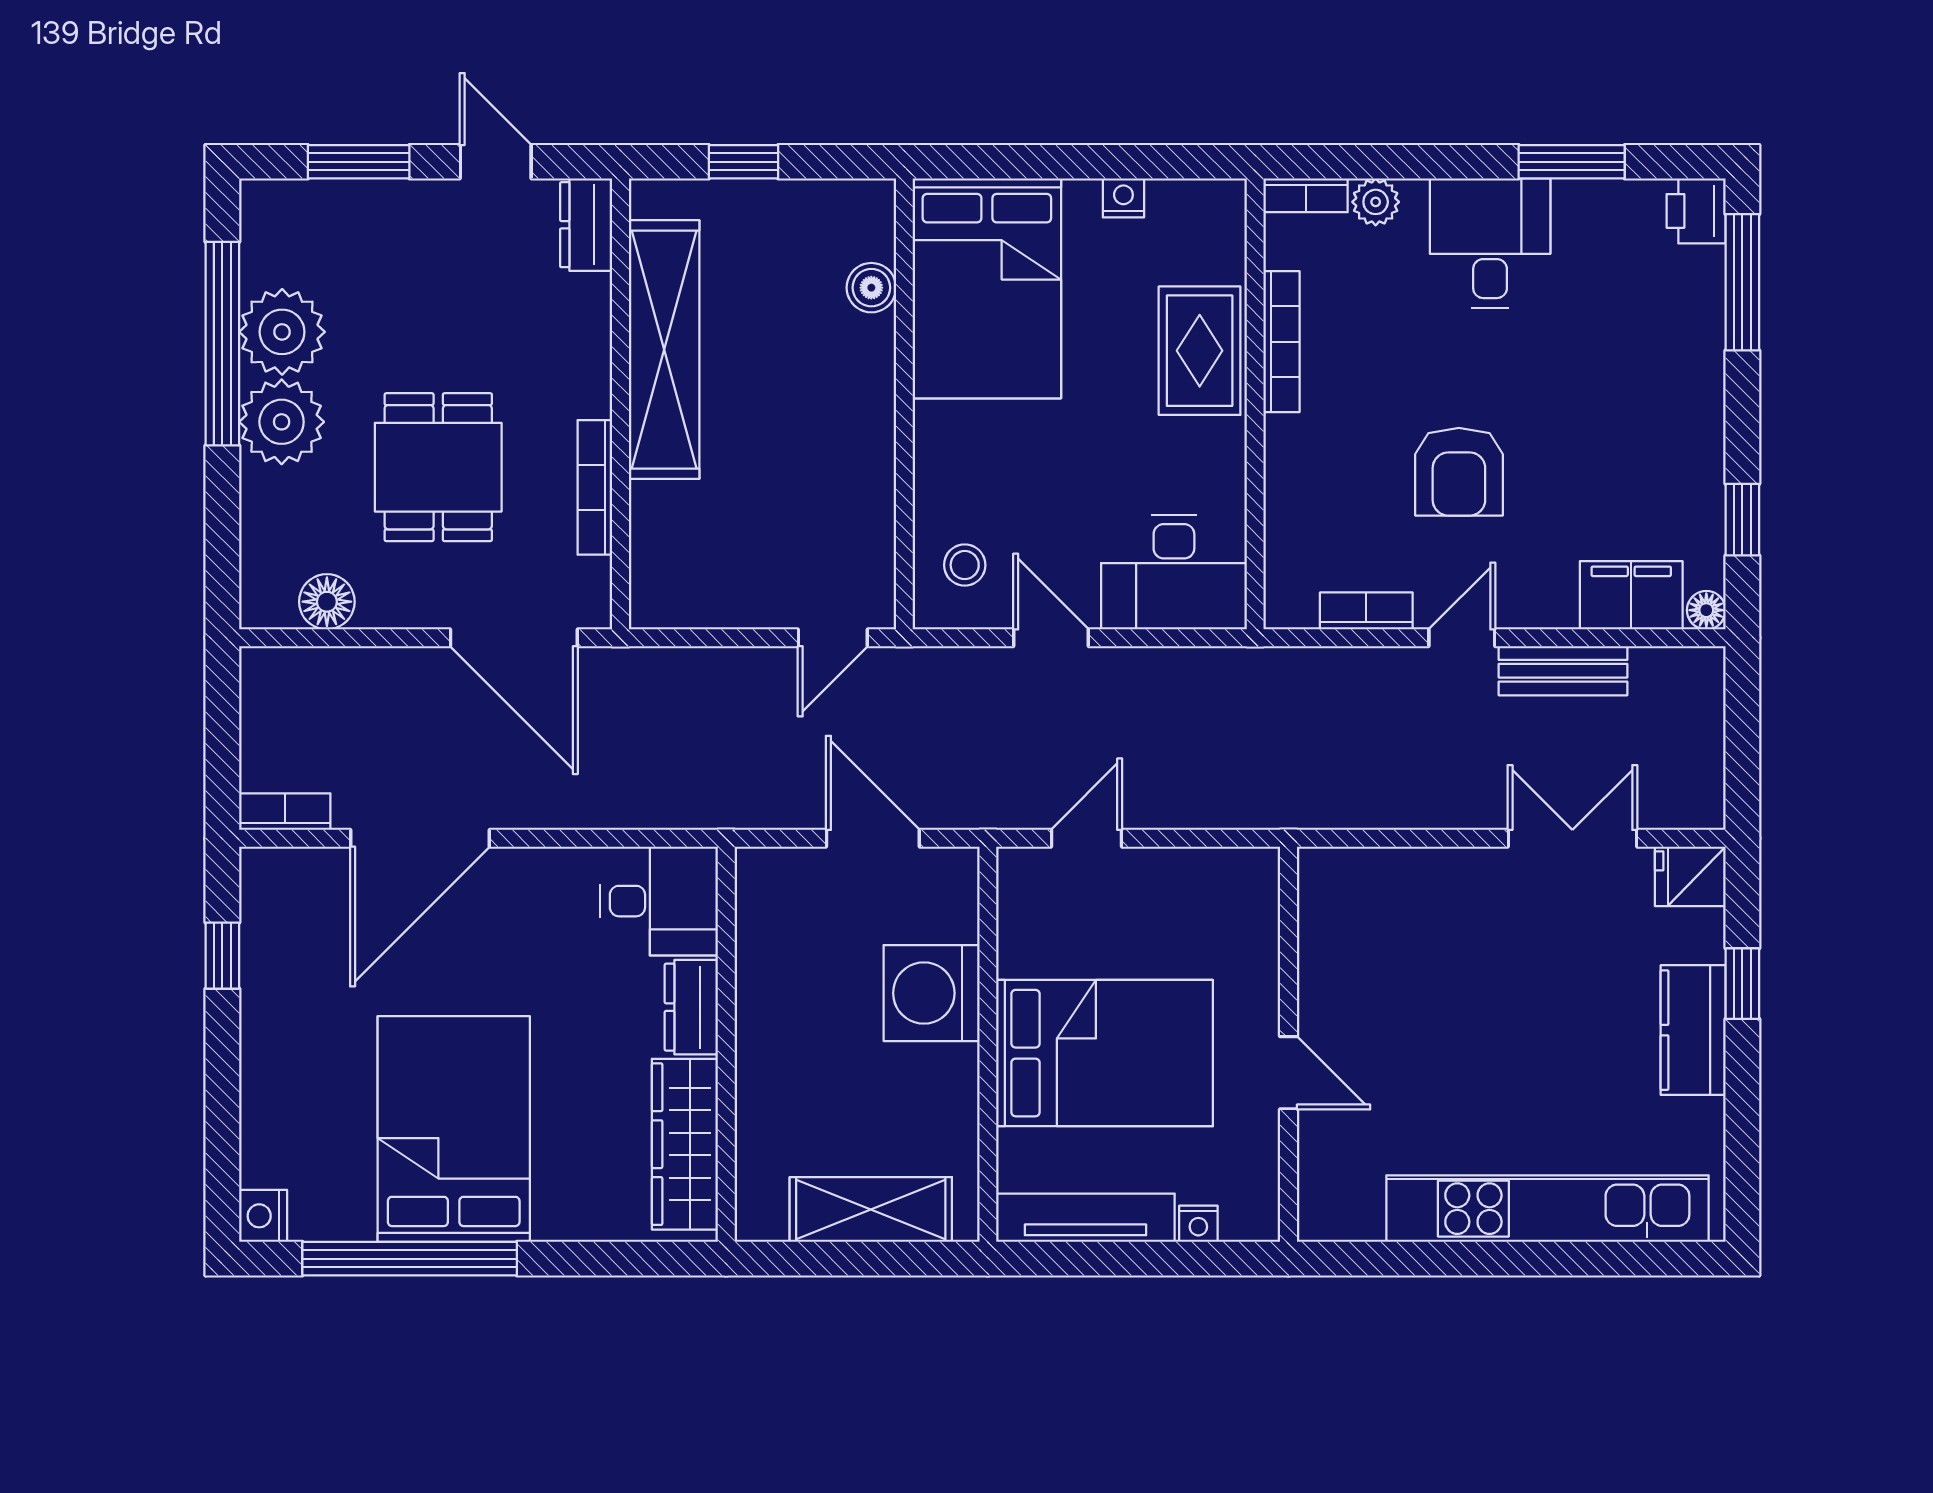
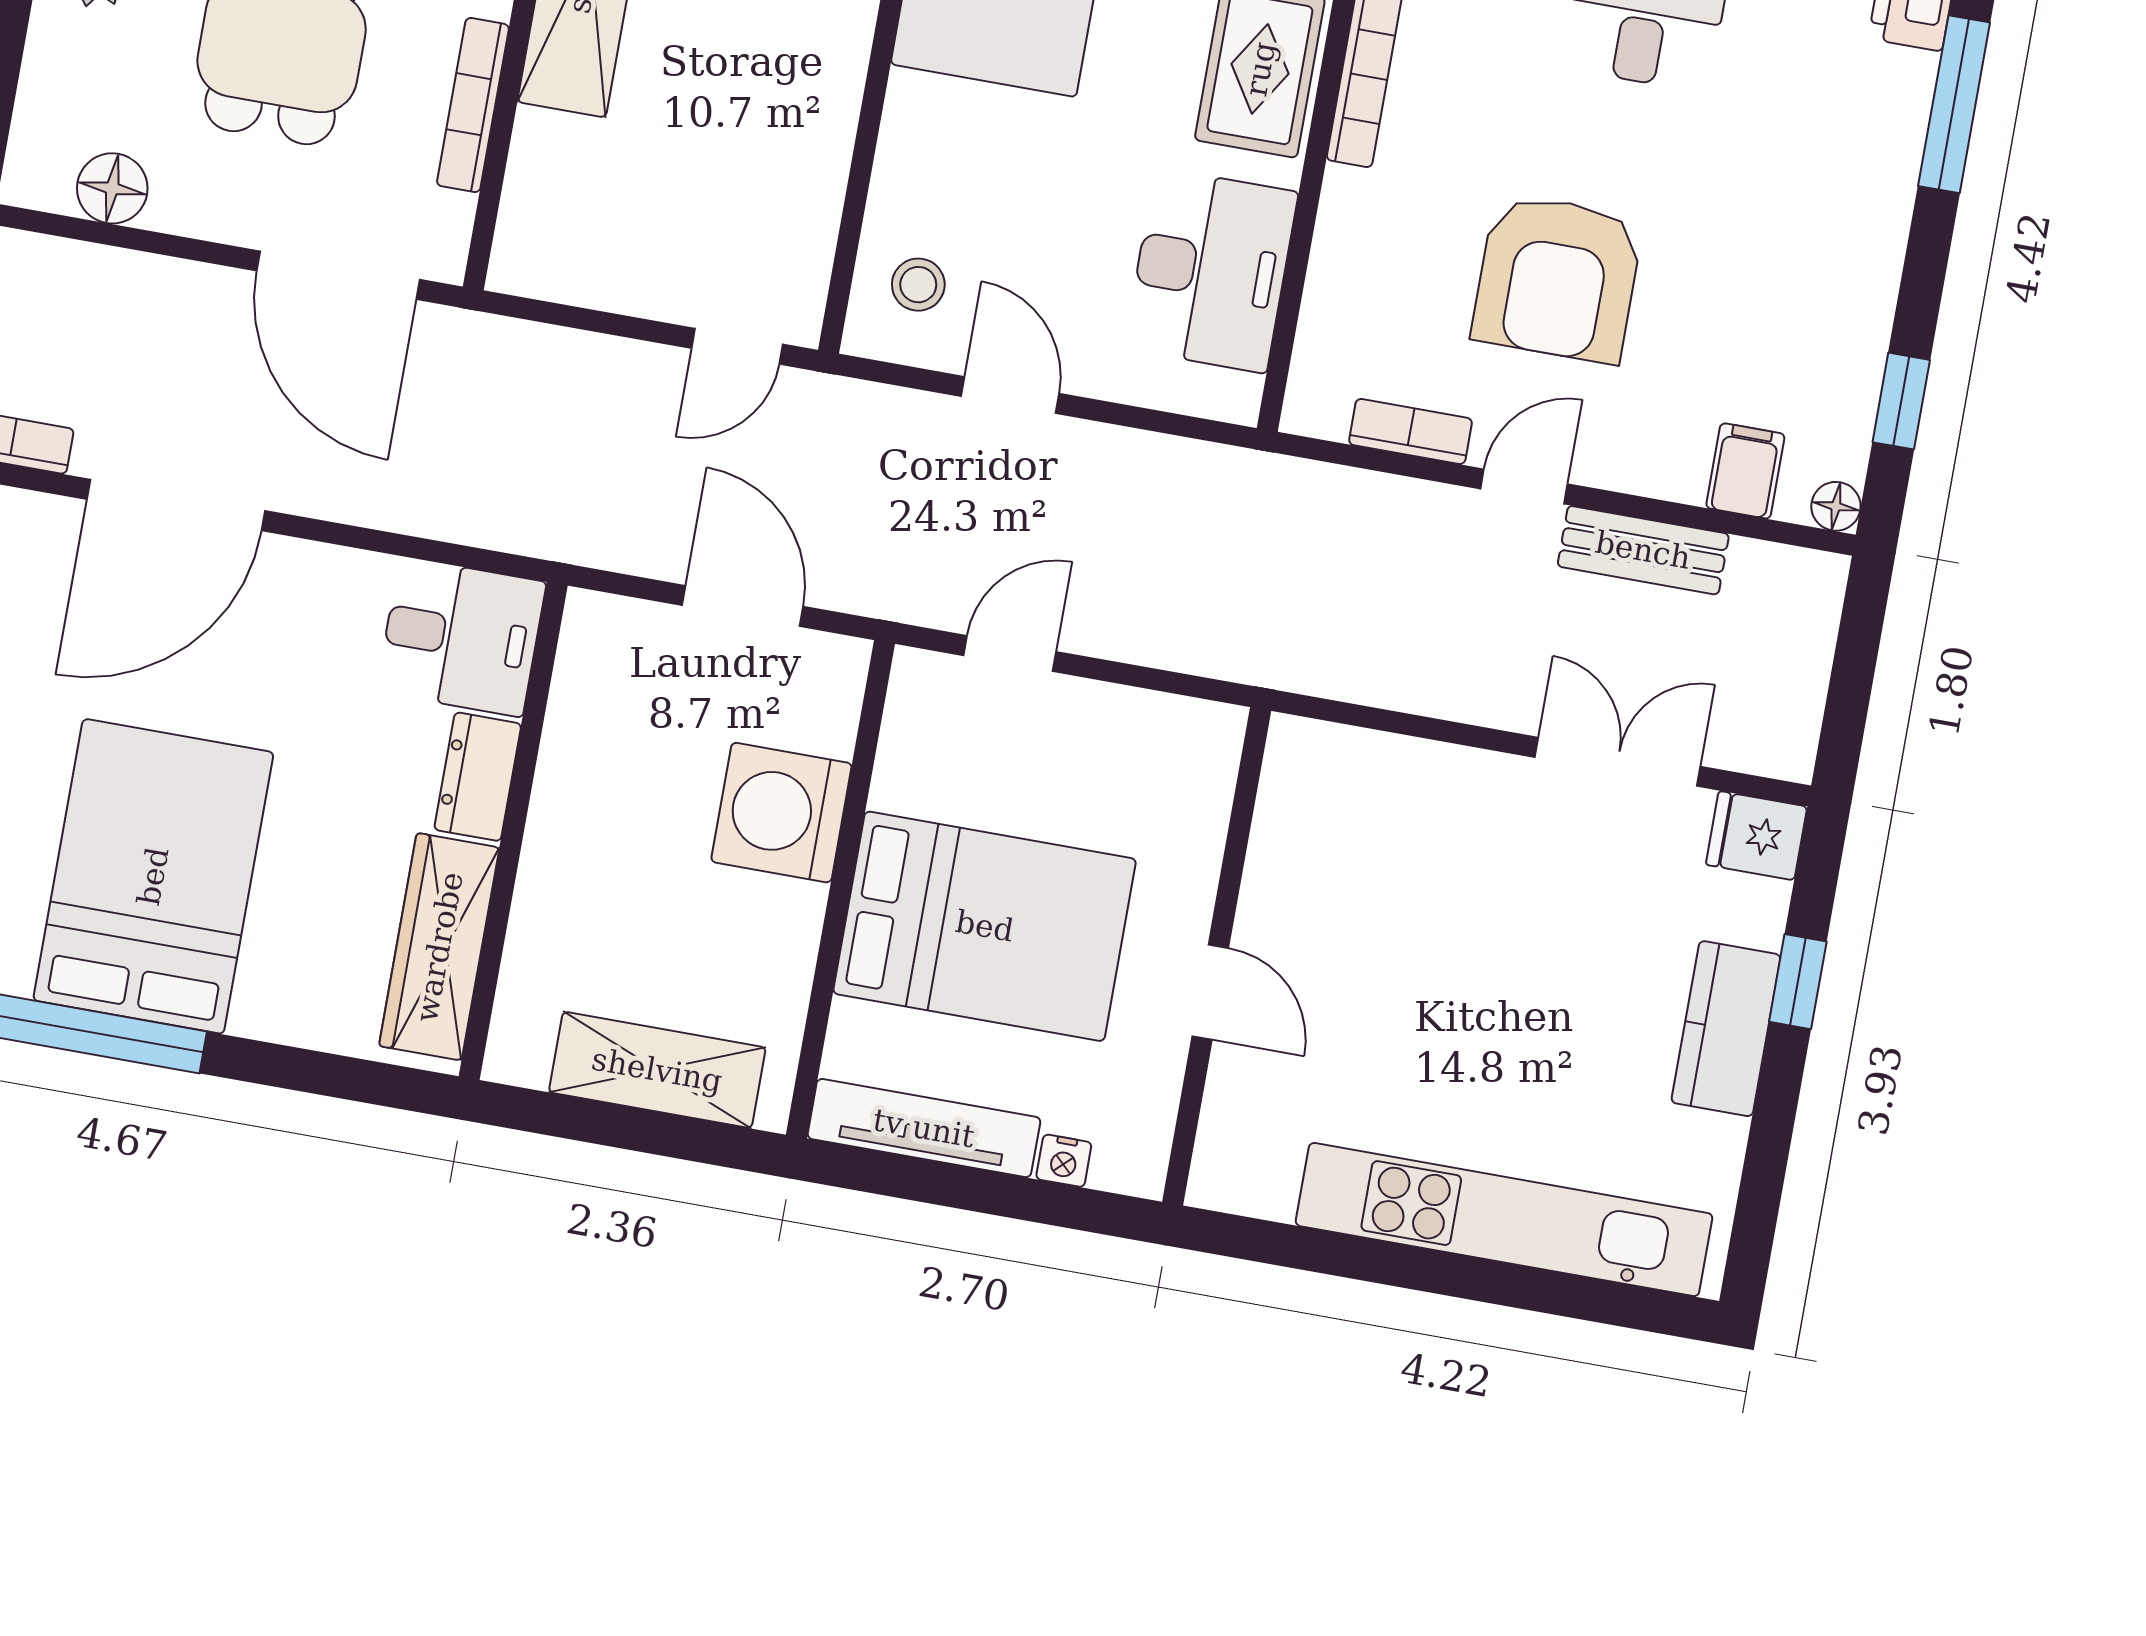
armchair: (1459, 472) -> (1557, 278), width x1.36, depth x1.36
desk: (1174, 572) -> (1211, 270), moved, turned -90
filing cabinet: (1631, 595) -> (1745, 471), width x0.50

